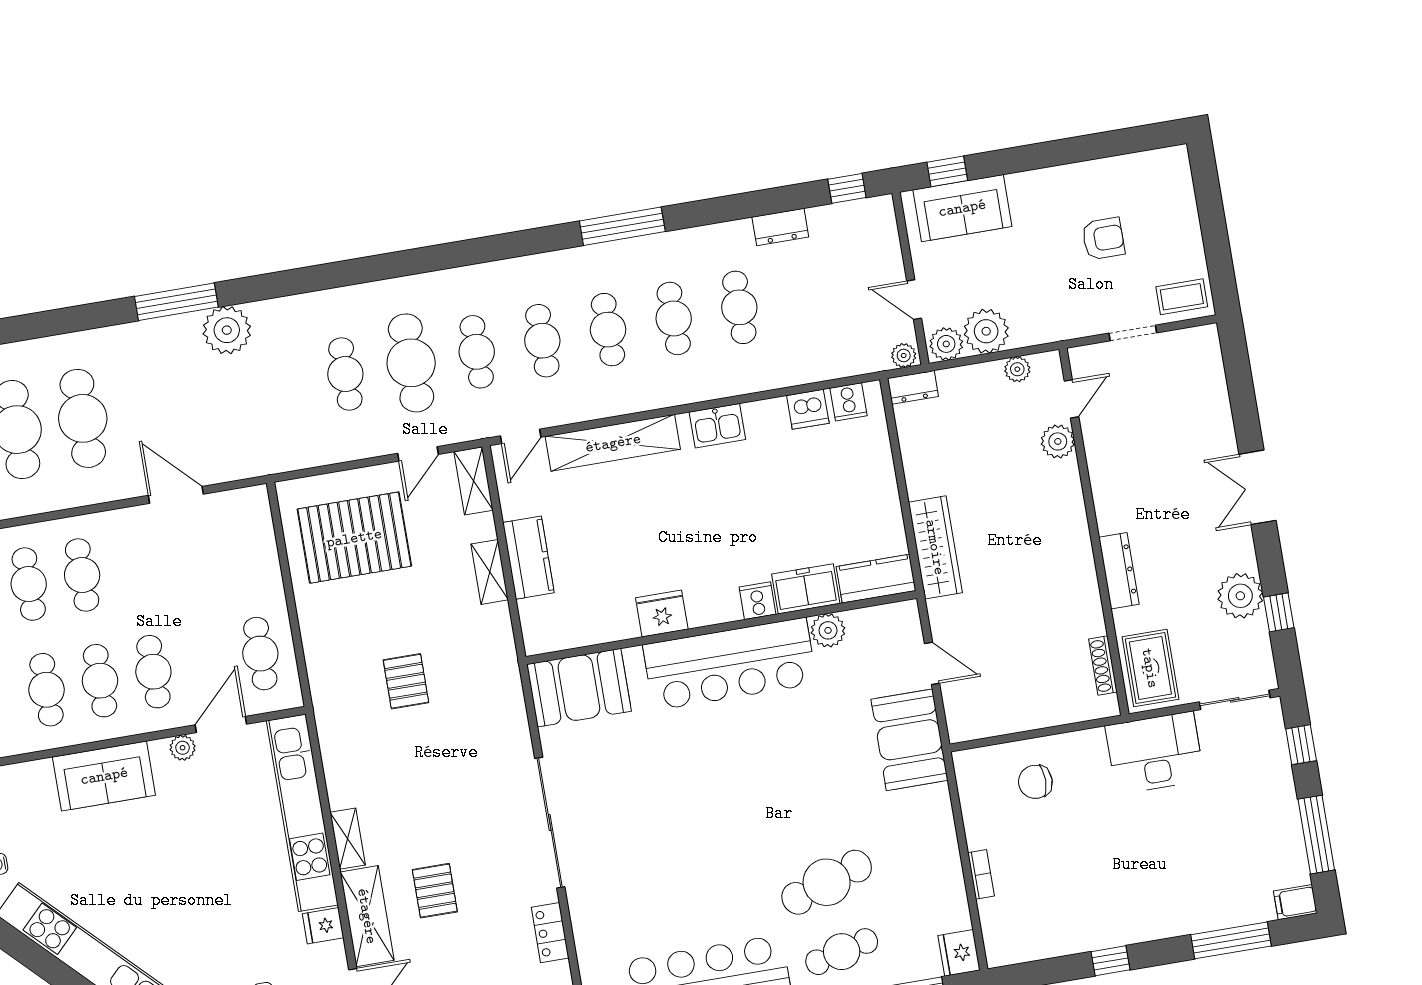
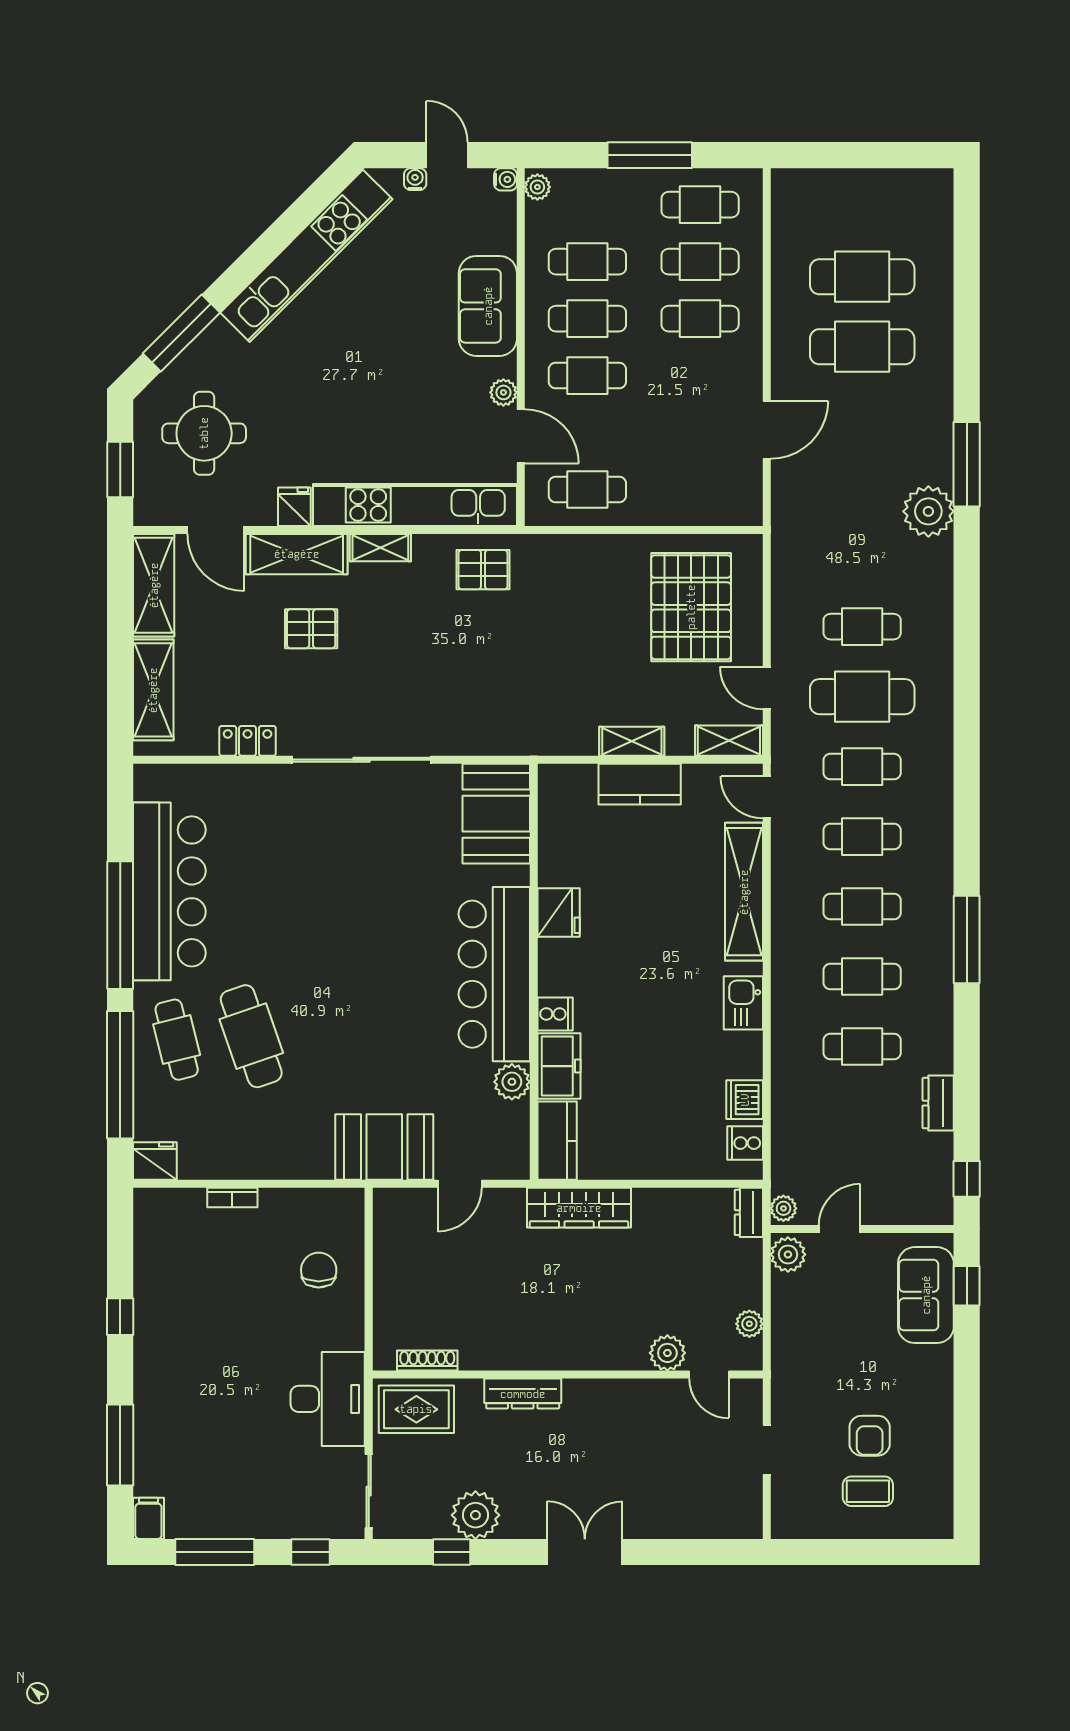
coffee table: (1182, 297) -> (868, 1491), moved, turned 90
plant: (986, 331) -> (794, 1298), removed
pallet: (406, 681) -> (483, 570), moved

